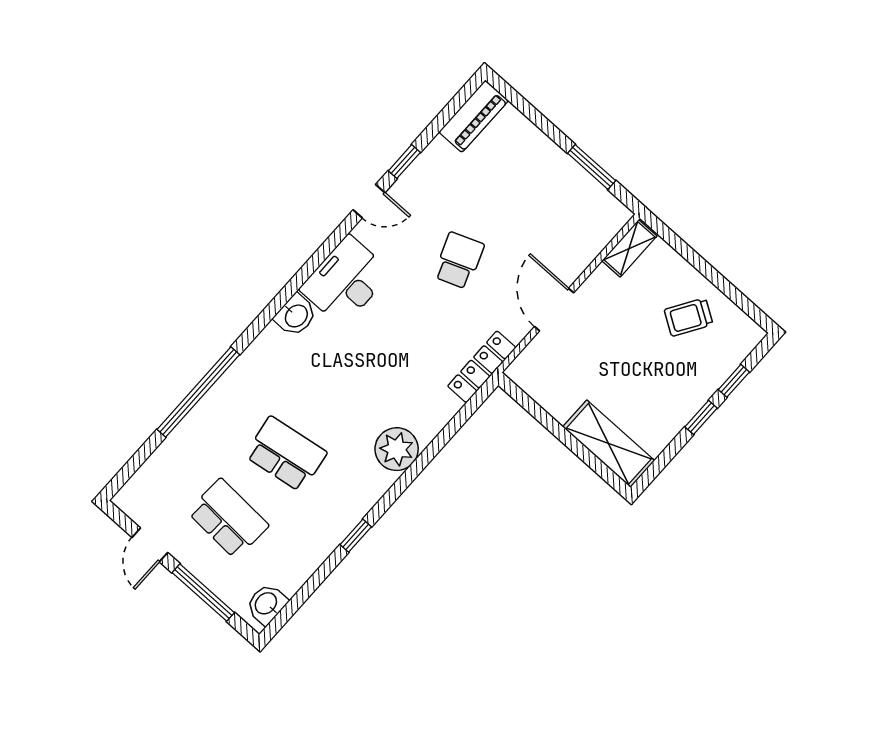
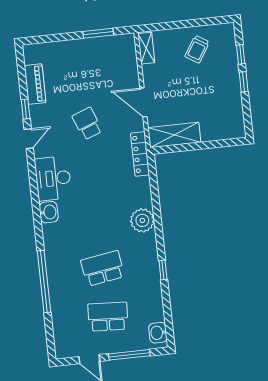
piano: (474, 116) -> (35, 84), moved
shelving: (609, 444) -> (174, 135), moved

